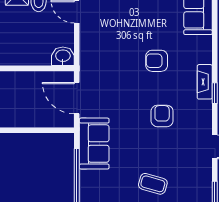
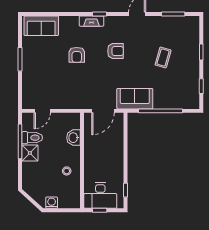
washbasin: (63, 56) -> (74, 138), moved
armchair: (162, 116) -> (115, 51), turned 180

